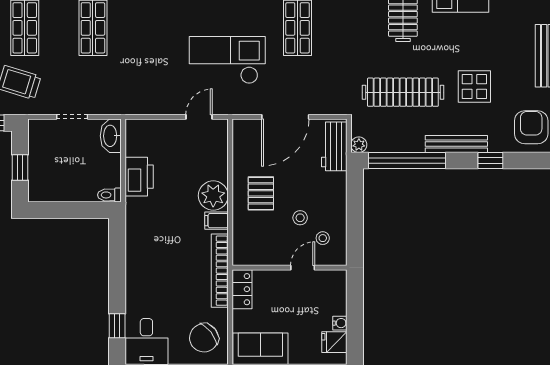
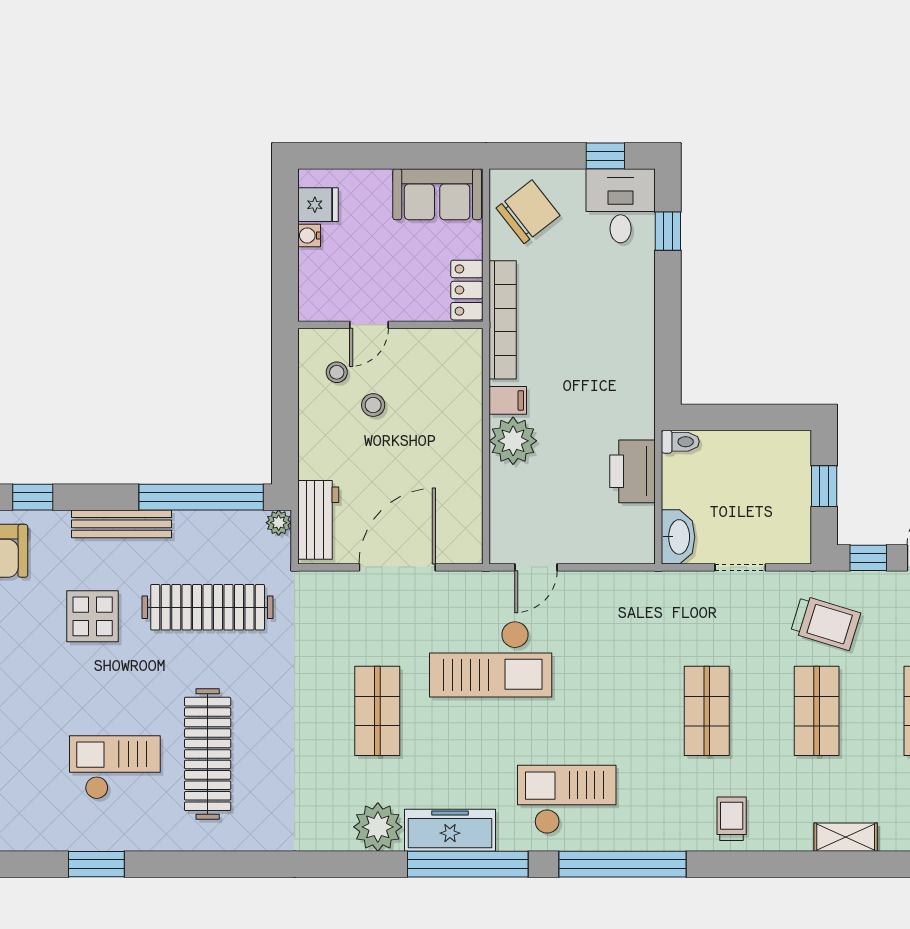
window: (490, 161) -> (33, 497), moved
pallet: (261, 193) -> (436, 444), removed

